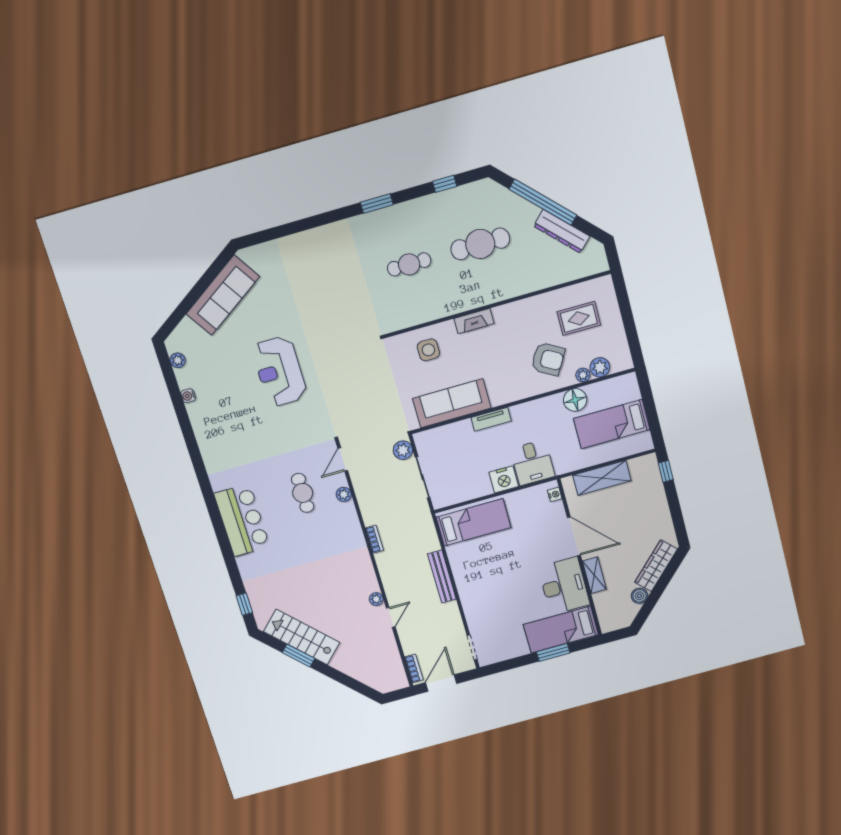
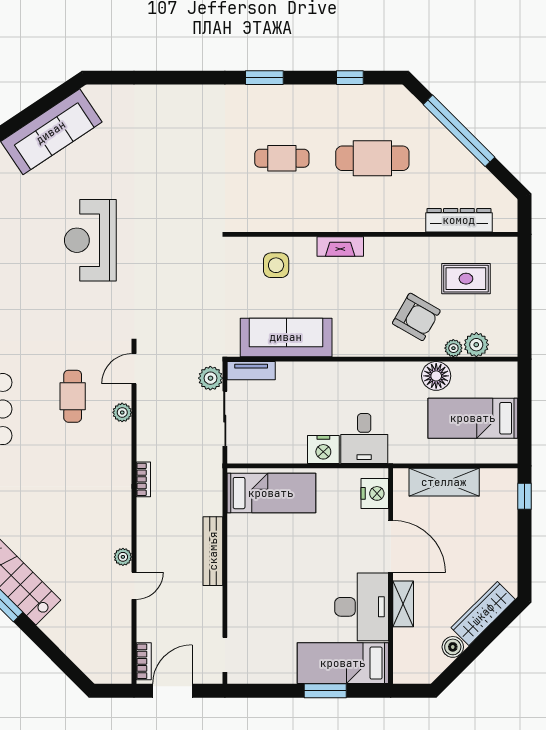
dresser: (562, 231) -> (459, 220), moved, turned 135
tv unit: (491, 419) -> (251, 371), moved
nightstand: (555, 494) -> (375, 493), width x1.89, depth x1.79

